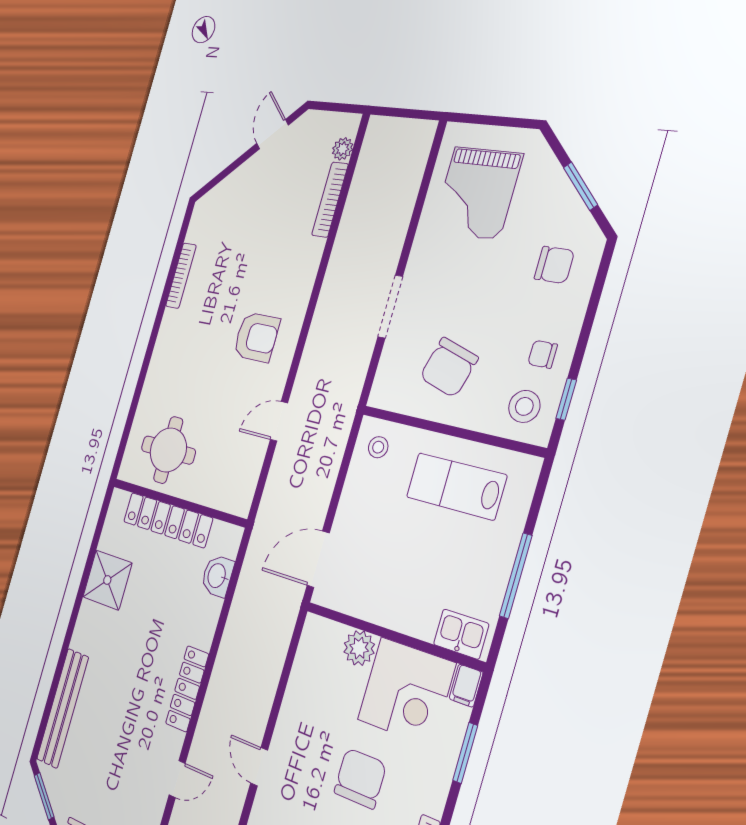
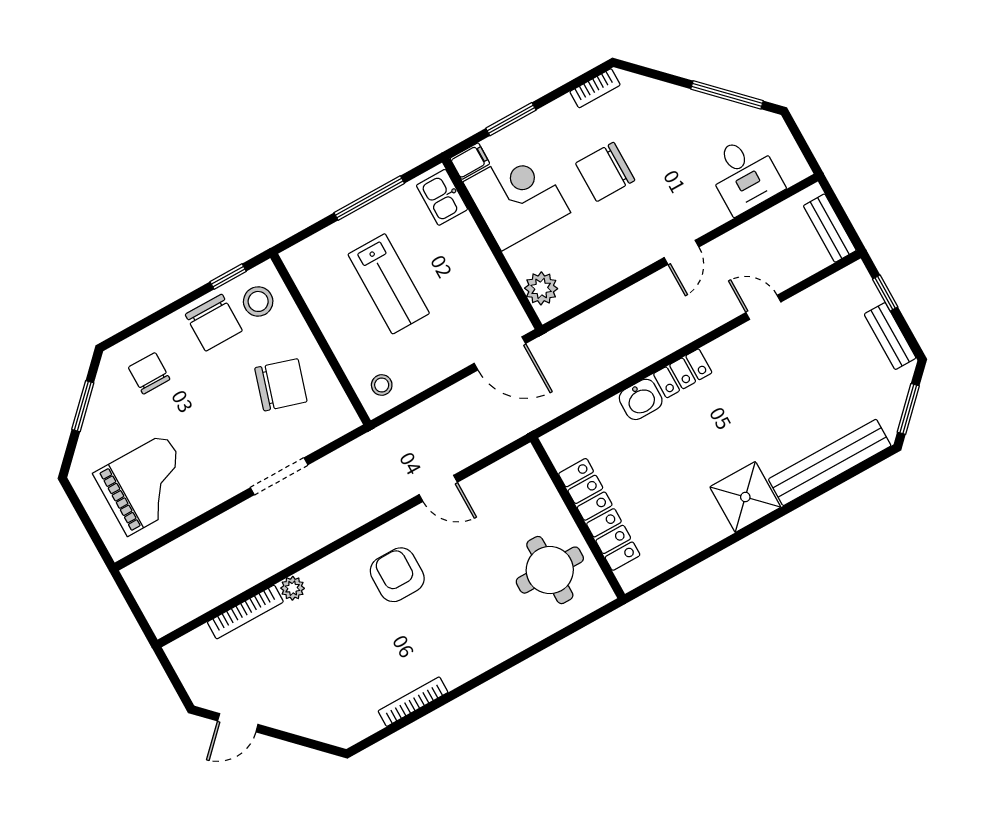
plant: (343, 149) -> (293, 588), moved
chair: (543, 354) -> (214, 323), width x1.87, depth x1.87
lab bench: (456, 486) -> (389, 284), moved
washbasin: (217, 576) -> (641, 399), moved
shower: (107, 580) -> (745, 497), moved
plant: (359, 648) -> (541, 288), moved
locker: (187, 689) -> (683, 373), width x0.66

